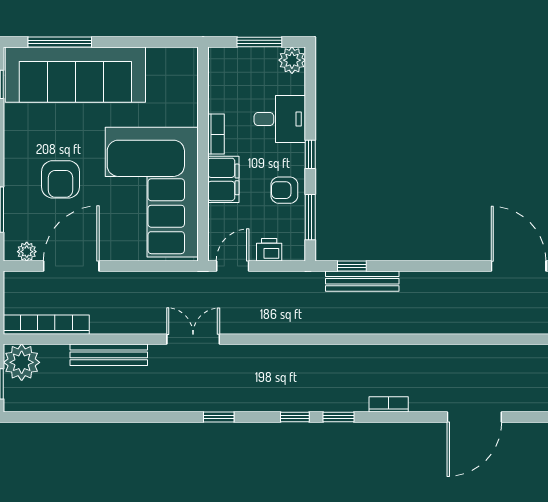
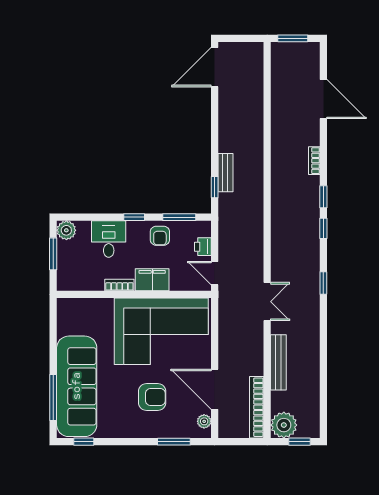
bench: (362, 281) -> (225, 173), width x0.73
double door: (193, 339) -> (267, 302), swing flipped

